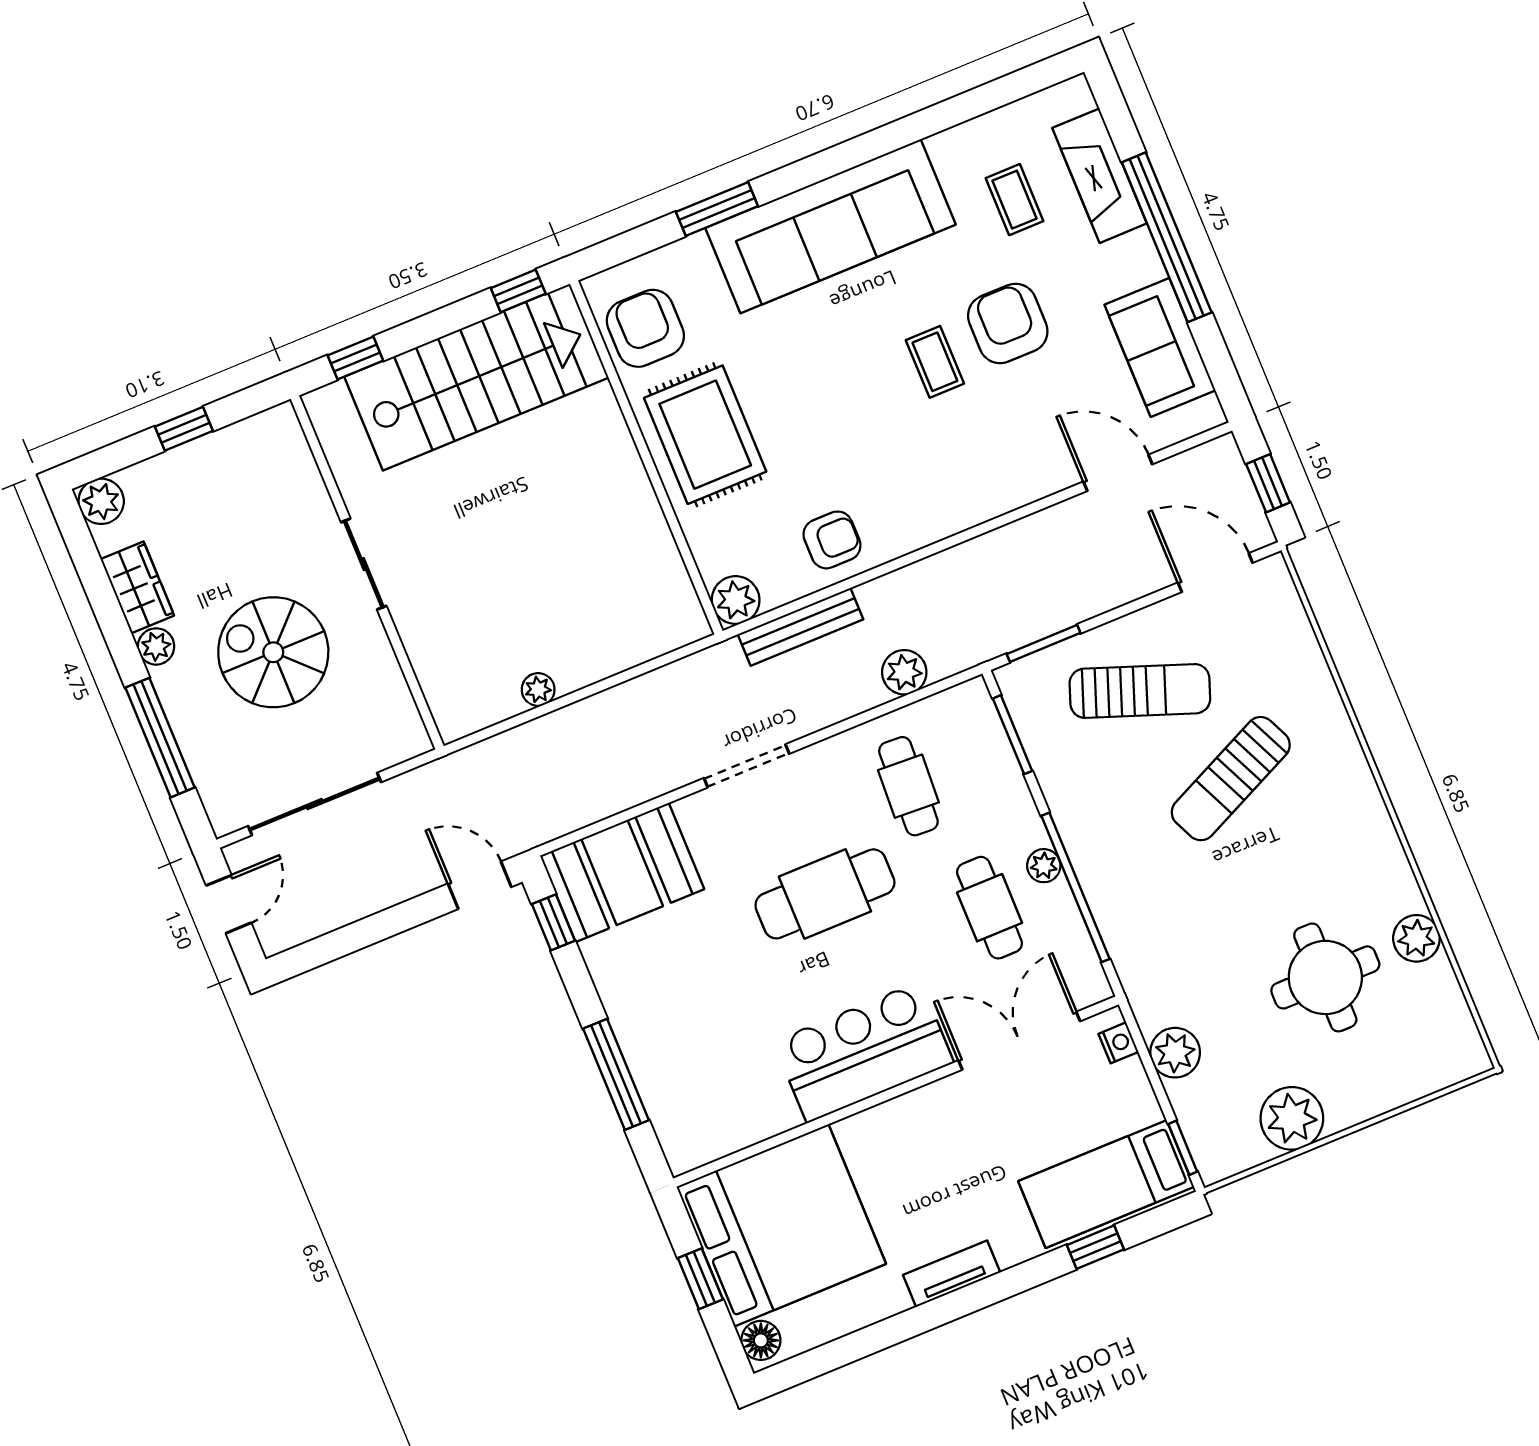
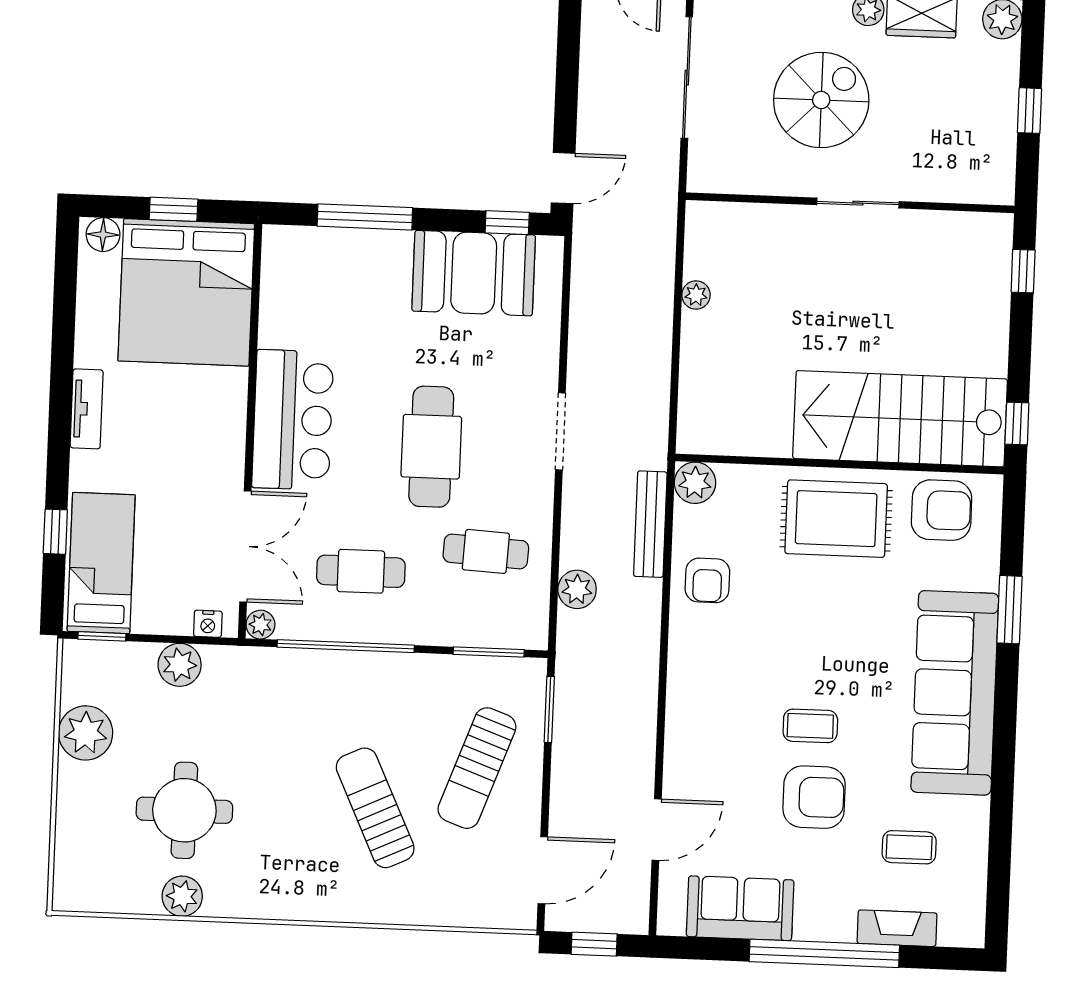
fireplace: (1100, 176) -> (897, 928), width x0.73, depth x0.76
stairs: (476, 377) -> (900, 419), moved, turned 90
plant: (1044, 866) -> (260, 625), moved
booth: (622, 872) -> (474, 273), moved, turned 90

